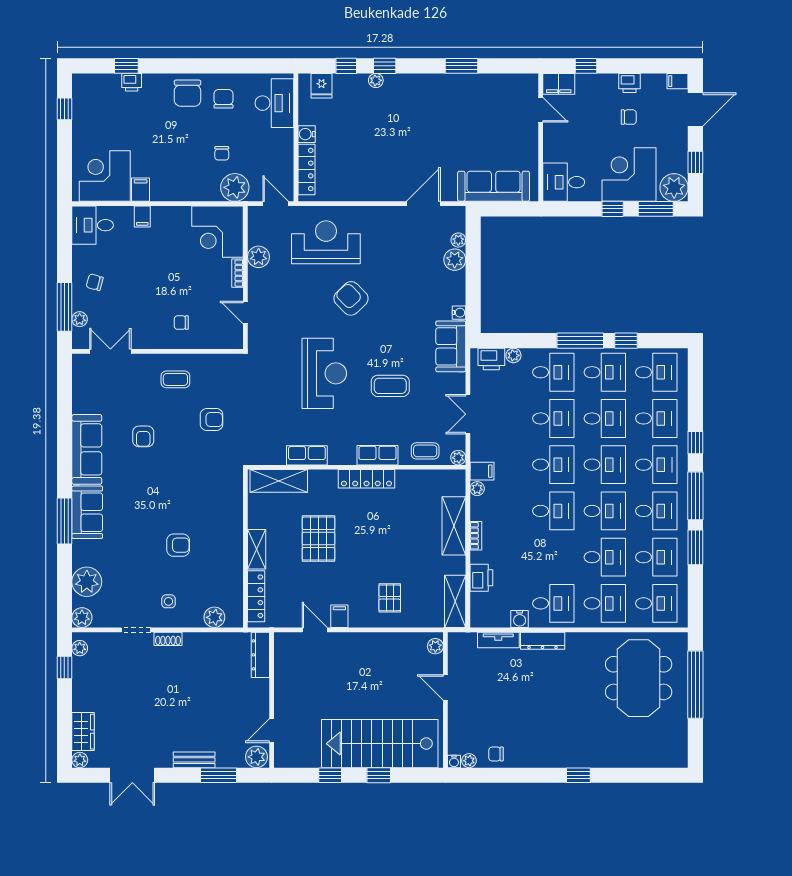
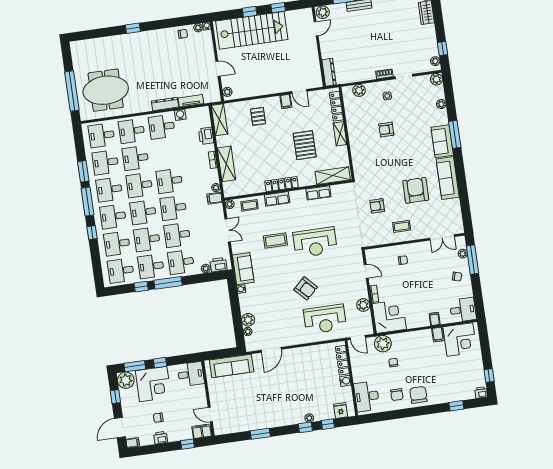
printer: (132, 82) -> (481, 392), moved
reception desk: (324, 373) -> (315, 242), turned -90
armchair: (143, 436) -> (416, 190), width x1.88, depth x1.88
plant: (87, 582) -> (441, 104), width x0.53, depth x0.53
meeting table: (639, 678) -> (106, 90), turned 90

